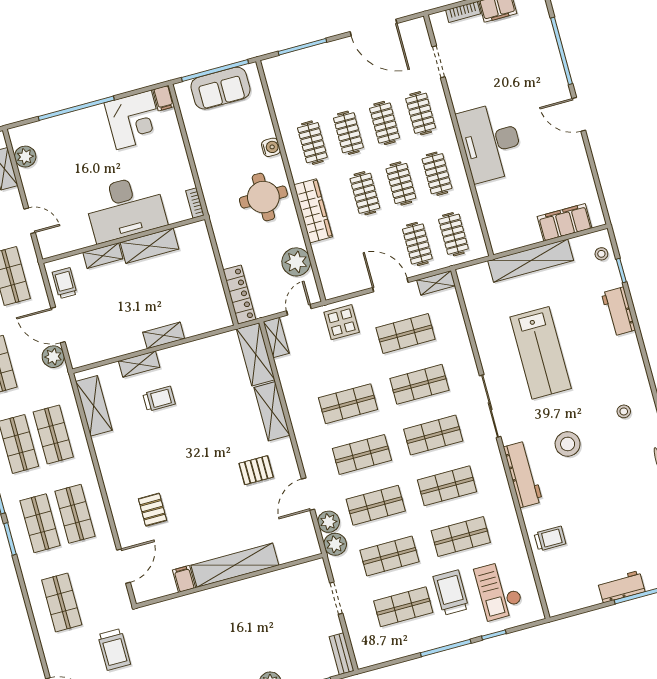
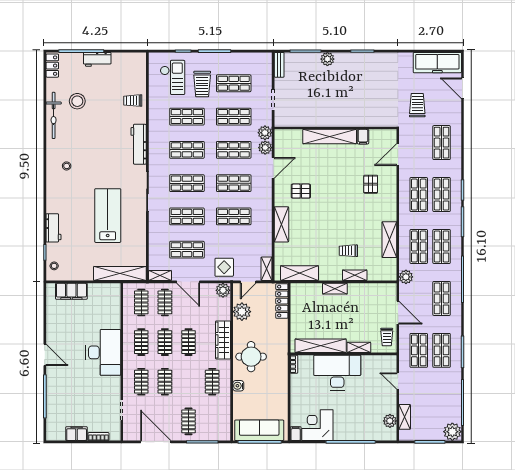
sofa: (220, 88) -> (259, 430), width x1.36
clothes rail: (348, 133) -> (189, 421), moved
shelving: (150, 246) -> (321, 346), width x1.47
shelving: (531, 261) -> (120, 274), moved
plant: (334, 287) -> (223, 290), added
shelving: (256, 354) -> (300, 273), moved, turned 90
plant: (53, 357) -> (406, 277), moved
shelving: (94, 406) -> (389, 240), moved
stool: (568, 444) -> (77, 101), moved

